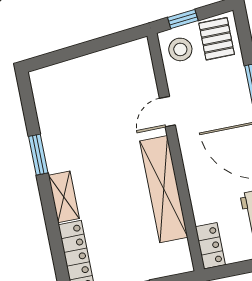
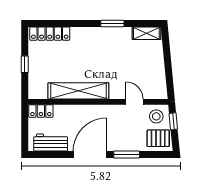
door: (167, 112) -> (135, 102), moved
shelving: (64, 197) -> (146, 33), moved

